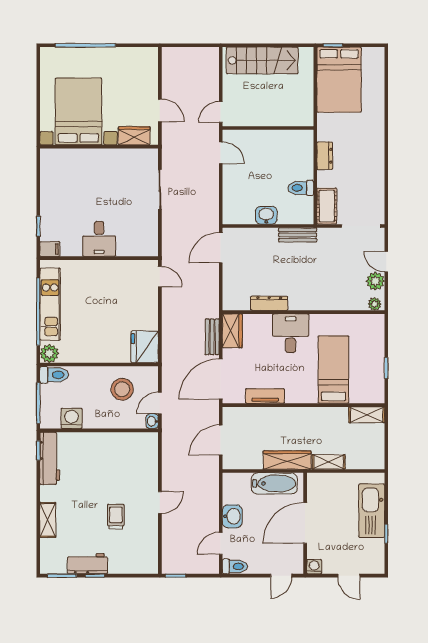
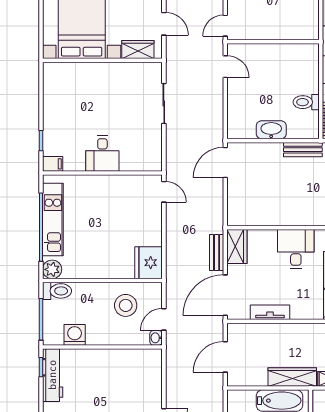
washbasin: (266, 215) -> (271, 130), width x1.38
dresser: (269, 303) -> (274, 219), removed

